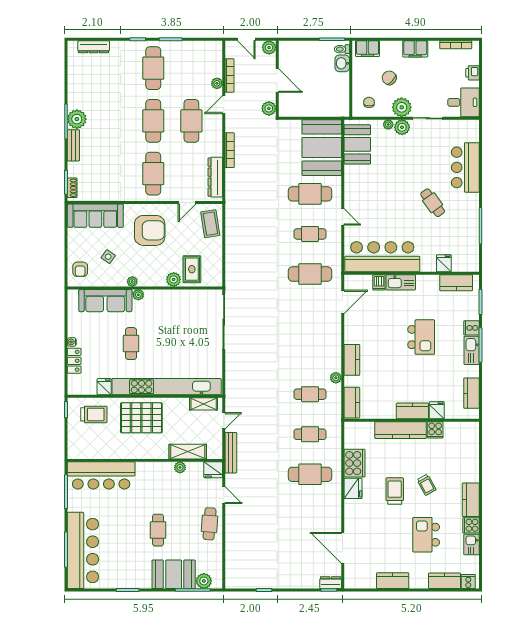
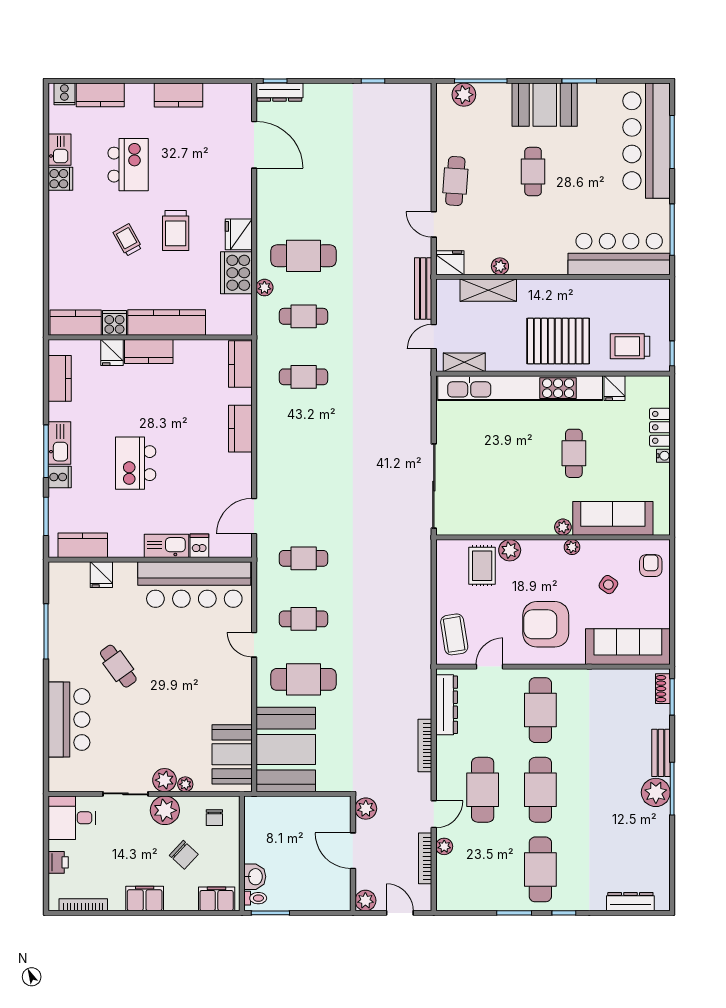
cafe table: (310, 274) -> (304, 558), width x0.73, depth x0.74
plant: (336, 378) -> (264, 288), moved
kitchen counter: (471, 500) -> (76, 323), moved, turned -90
booth: (174, 574) -> (545, 105), moved
dresser: (331, 583) -> (280, 92), width x1.44

